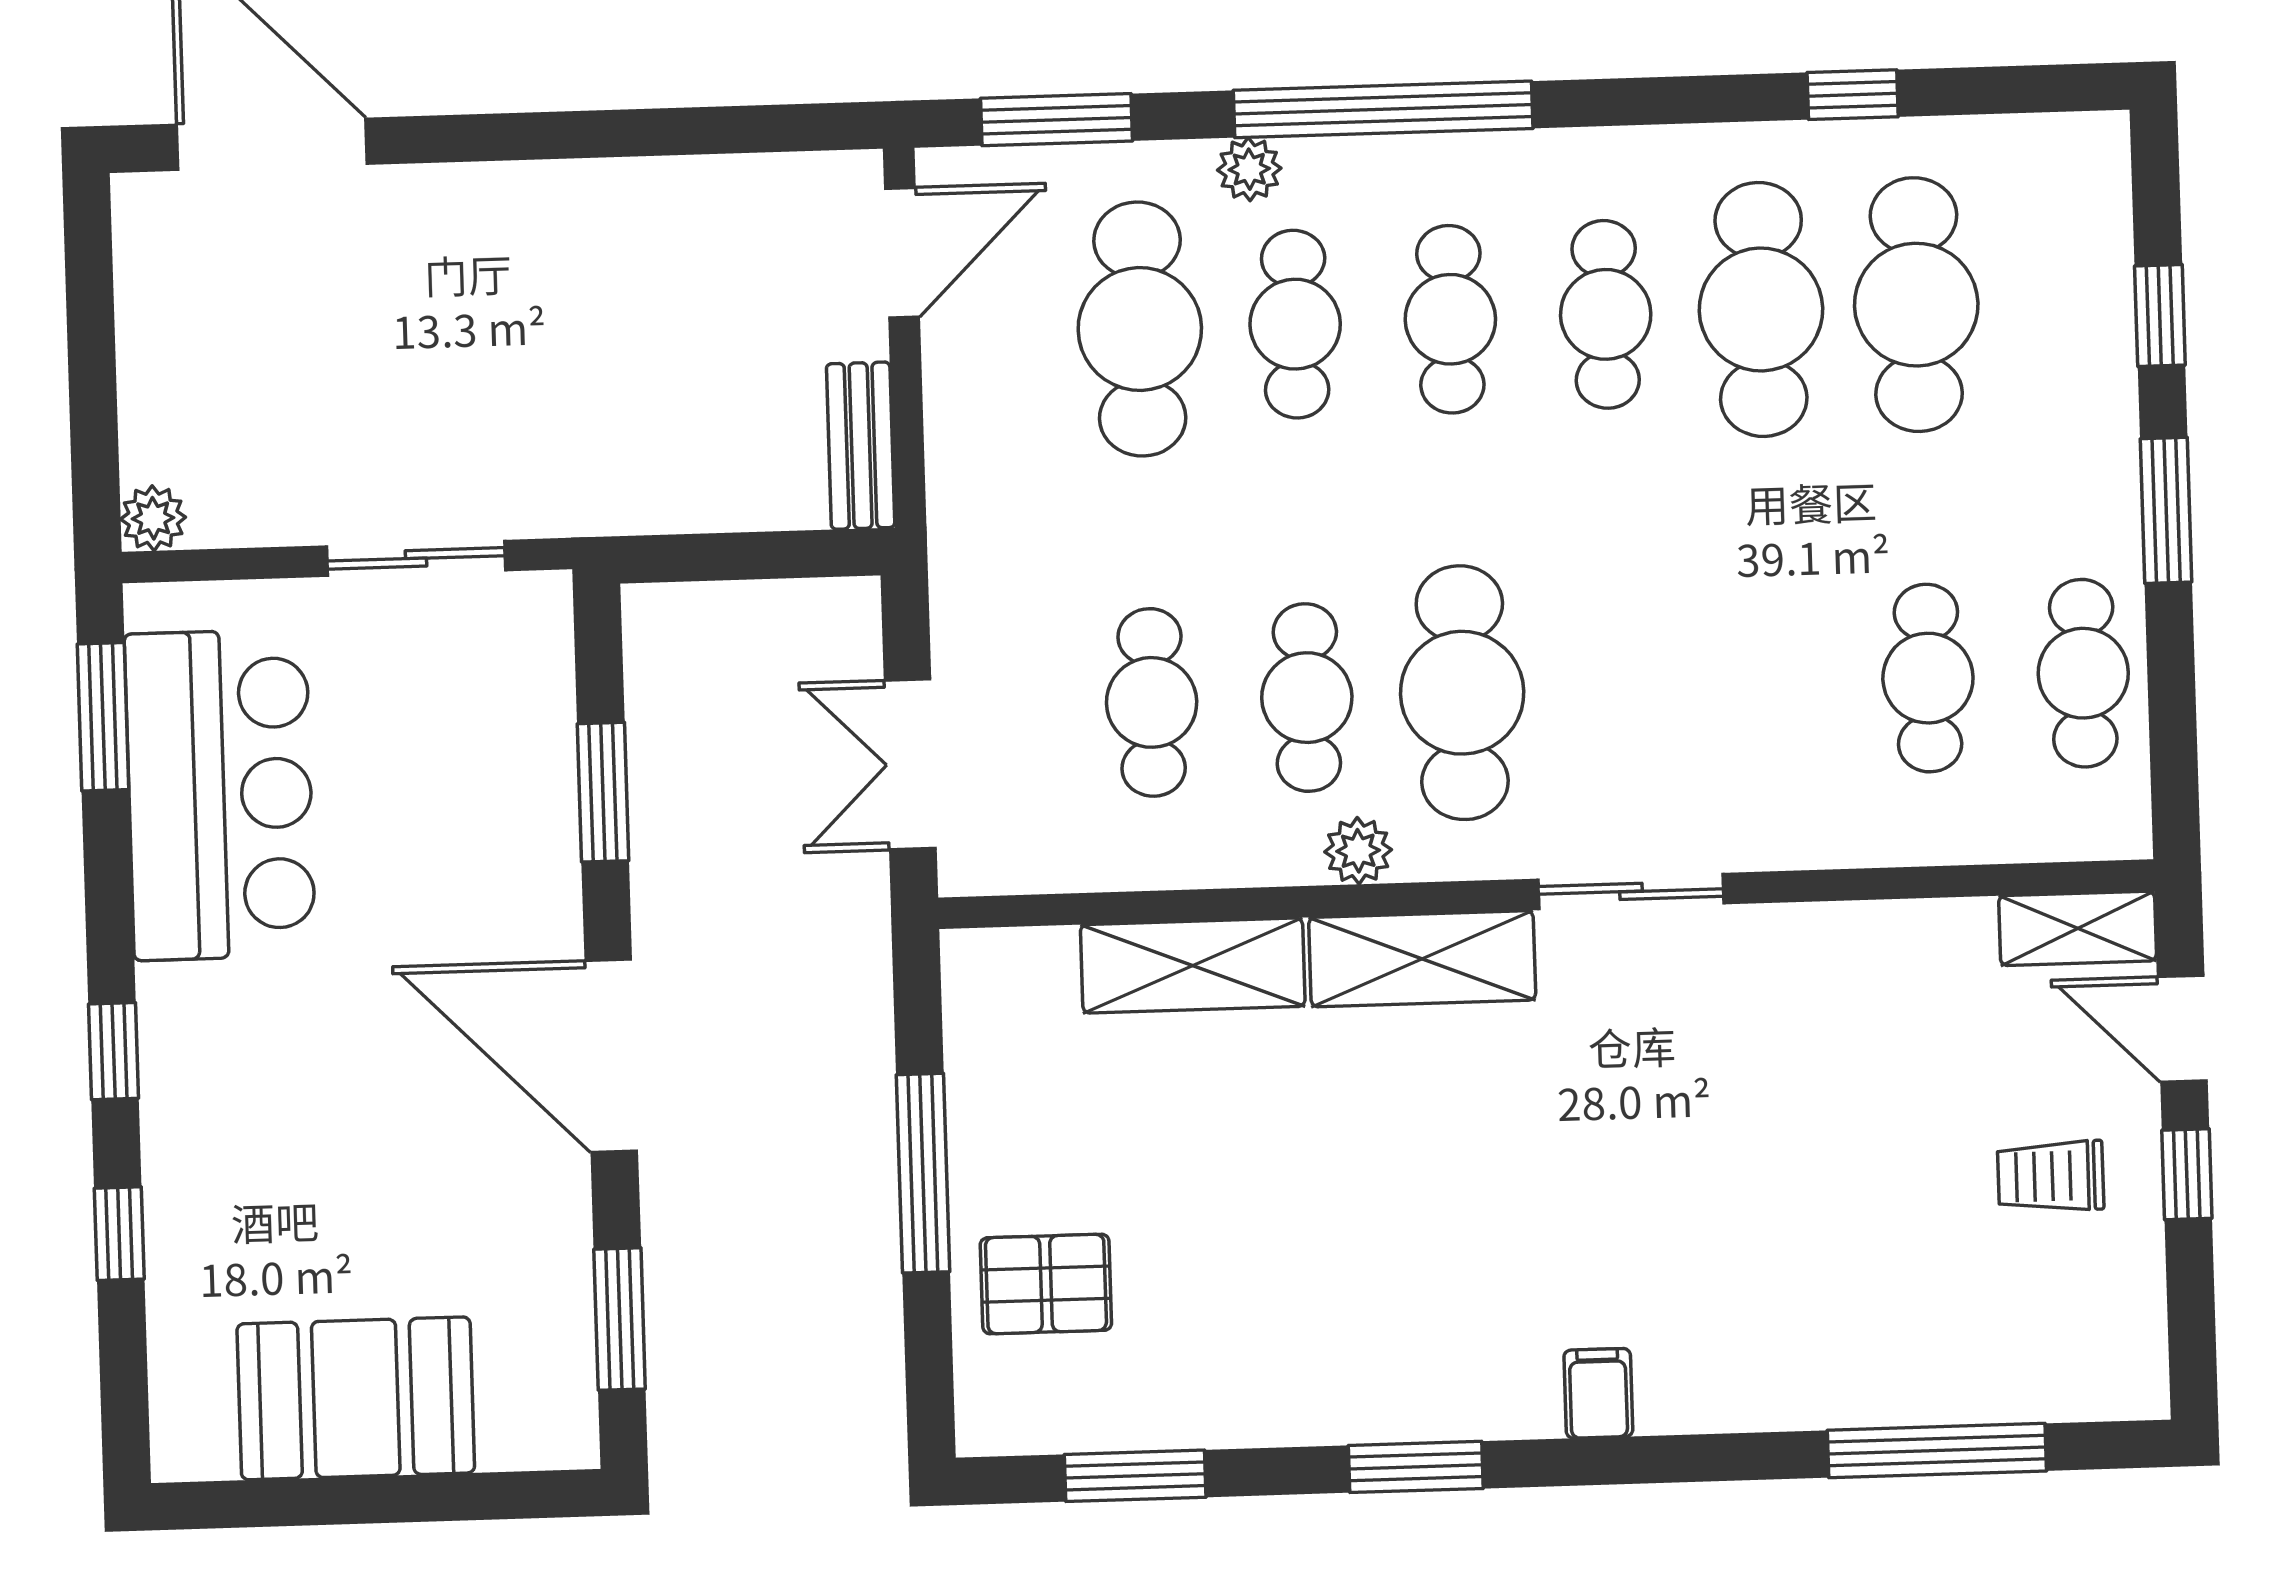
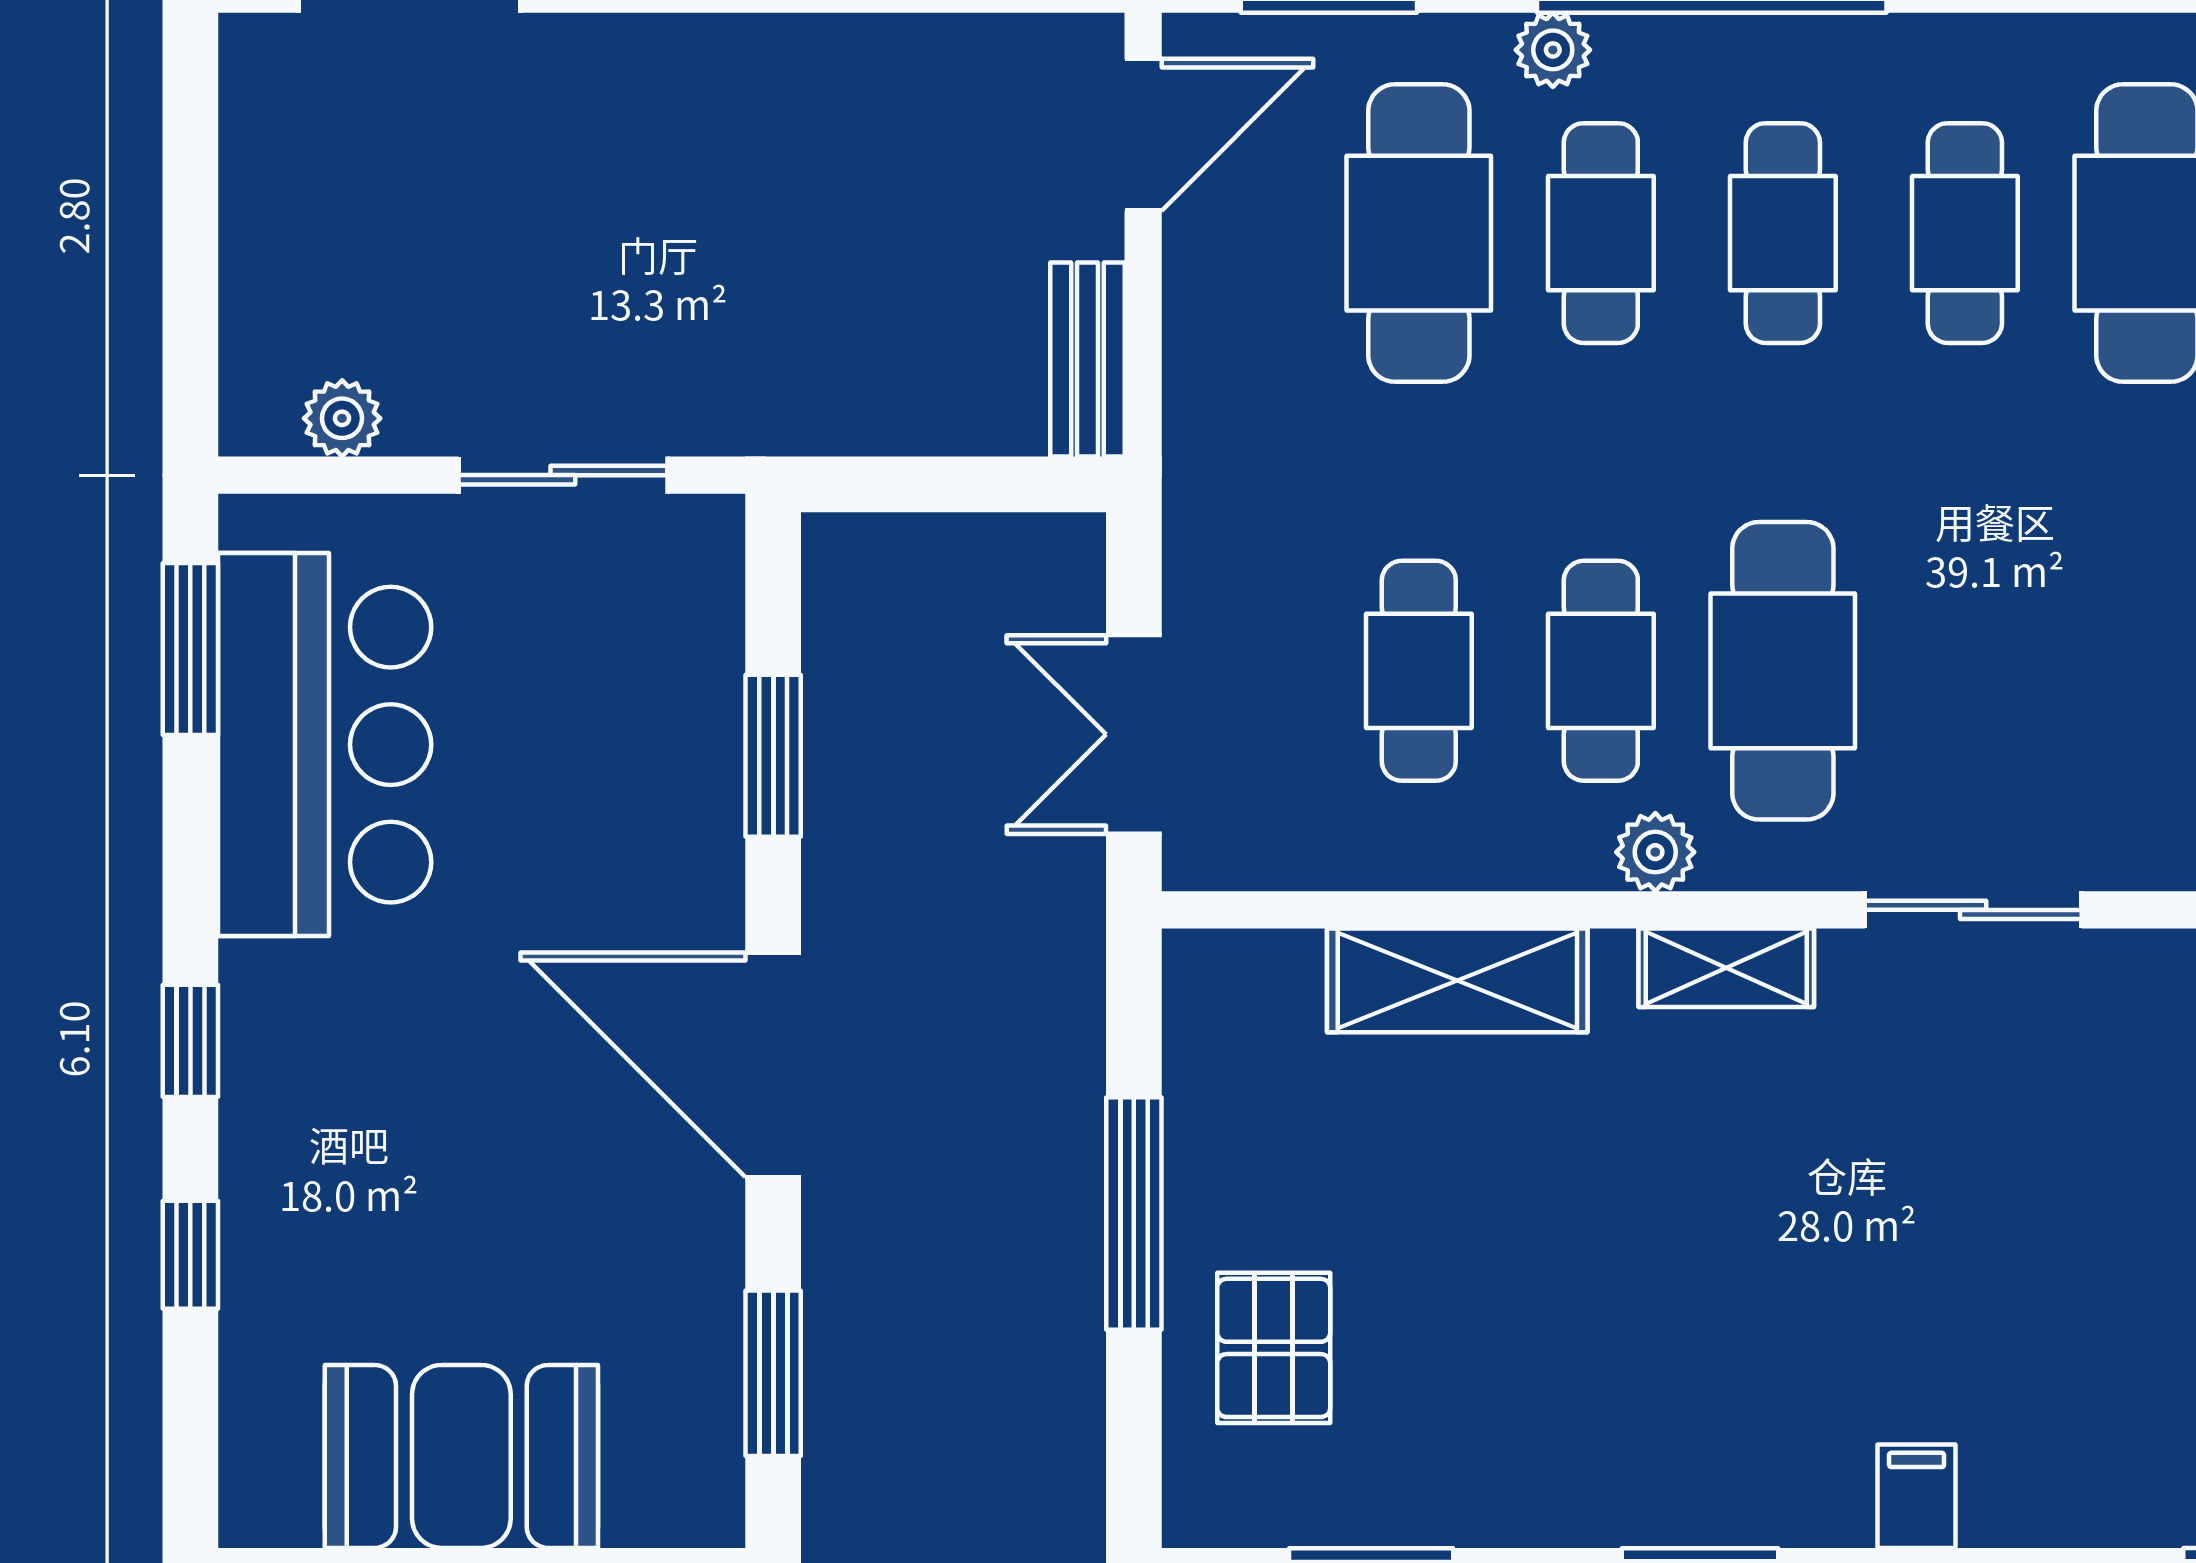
plant: (153, 518) -> (342, 418), moved
shelving: (1422, 959) -> (1726, 968), width x0.67, depth x0.75
pallet: (1046, 1284) -> (1274, 1348), turned 90

